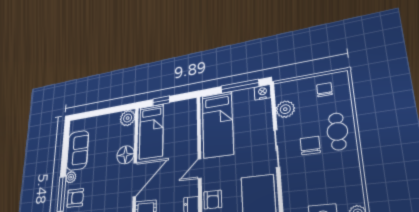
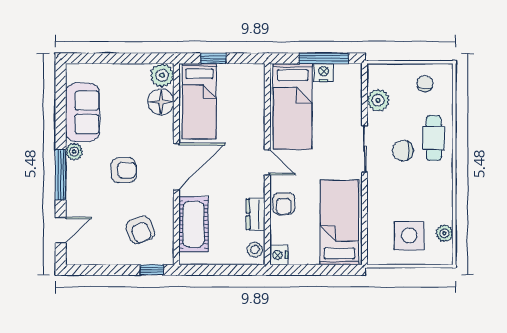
nightstand: (263, 92) -> (324, 73), moved
chair: (310, 145) -> (403, 151), turned -90
floor lamp: (125, 155) -> (161, 102), moved
door: (200, 169) -> (267, 162), swing flipped
armchair: (75, 198) -> (124, 170), moved

